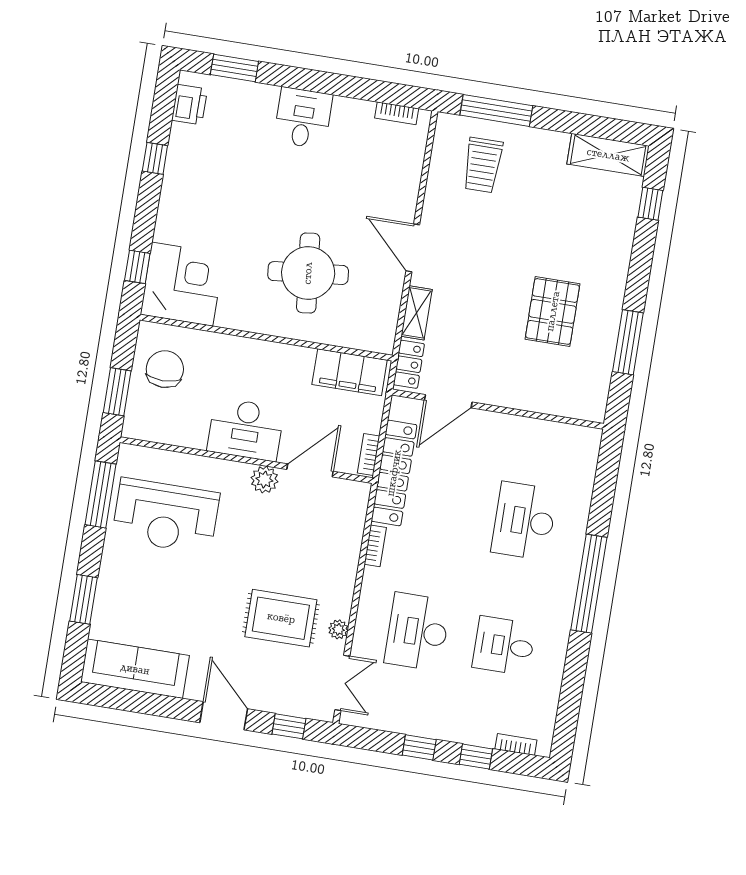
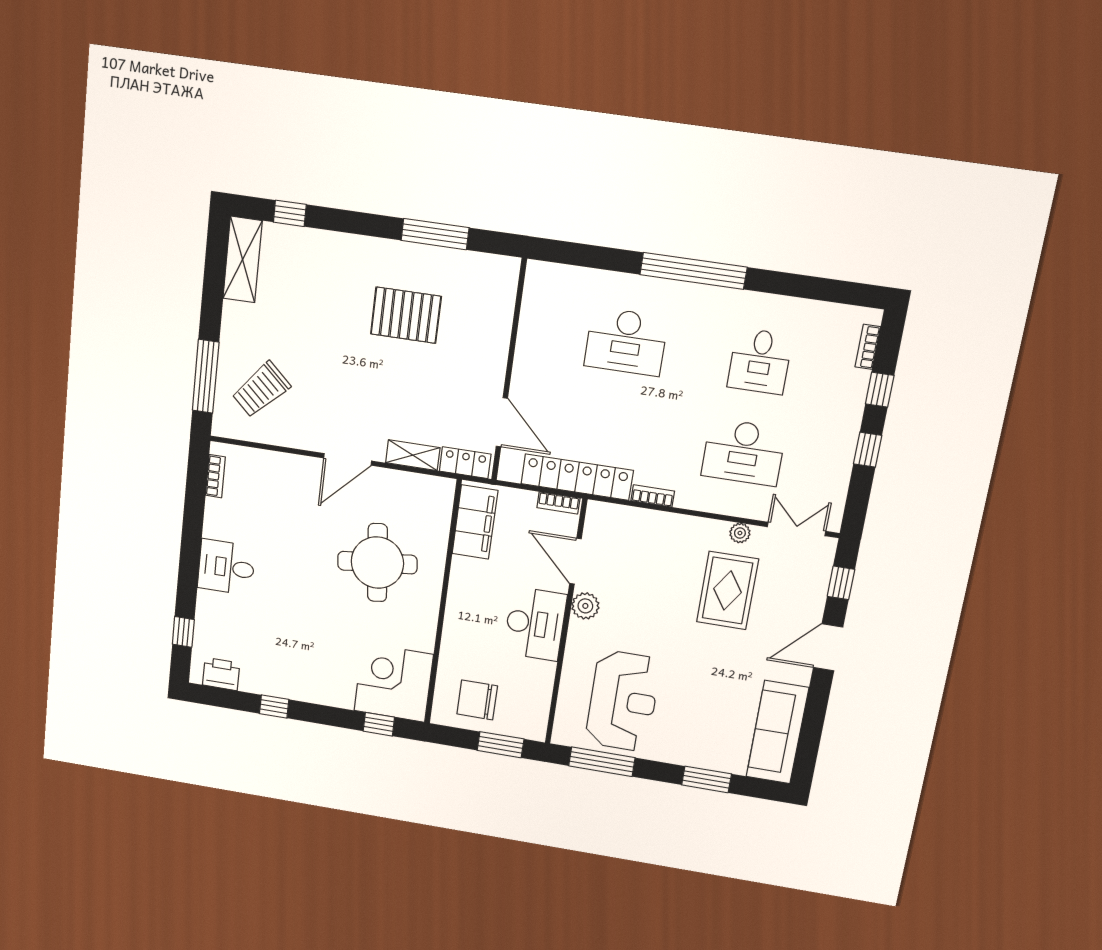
window: (234, 68) -> (183, 632), width x0.67
trolley: (483, 165) -> (261, 390), turned 133

